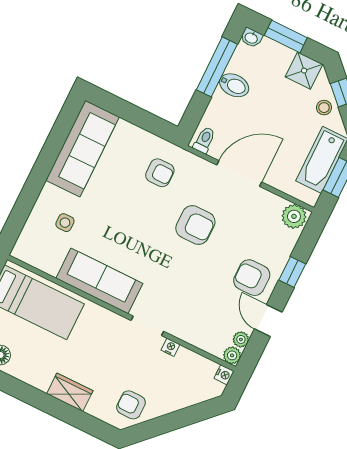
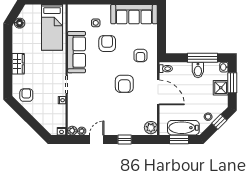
shower: (304, 71) -> (221, 88), moved
armchair: (252, 278) -> (107, 43), moved

